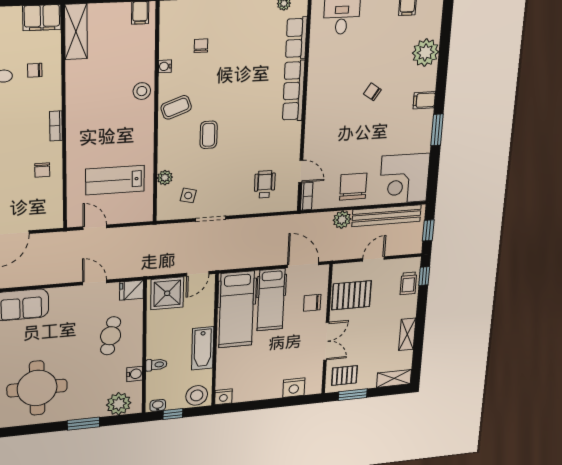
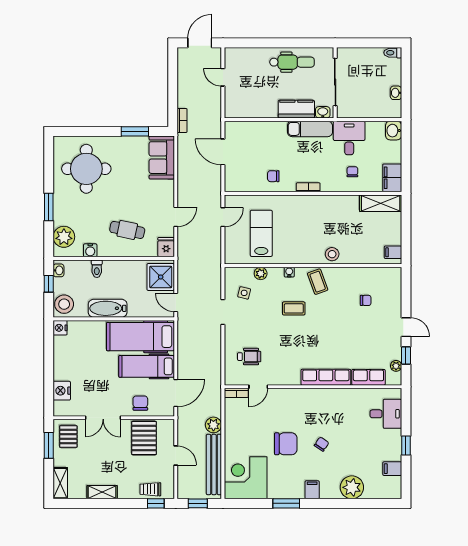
water cooler: (165, 66) -> (289, 272), moved
chair: (353, 187) -> (286, 444), moved

